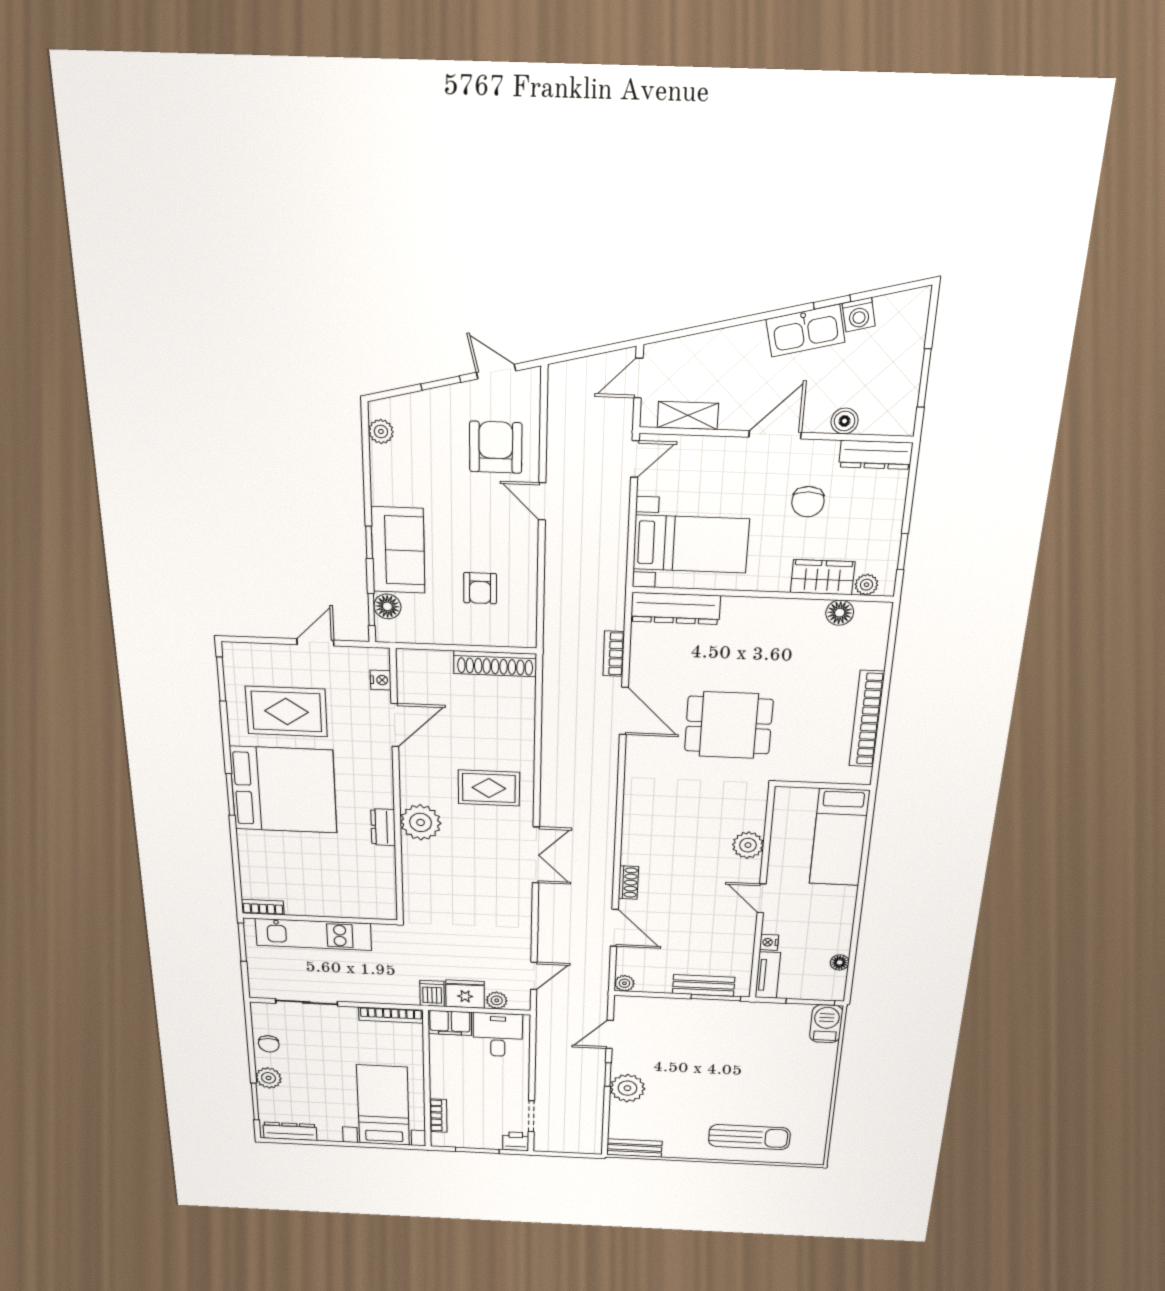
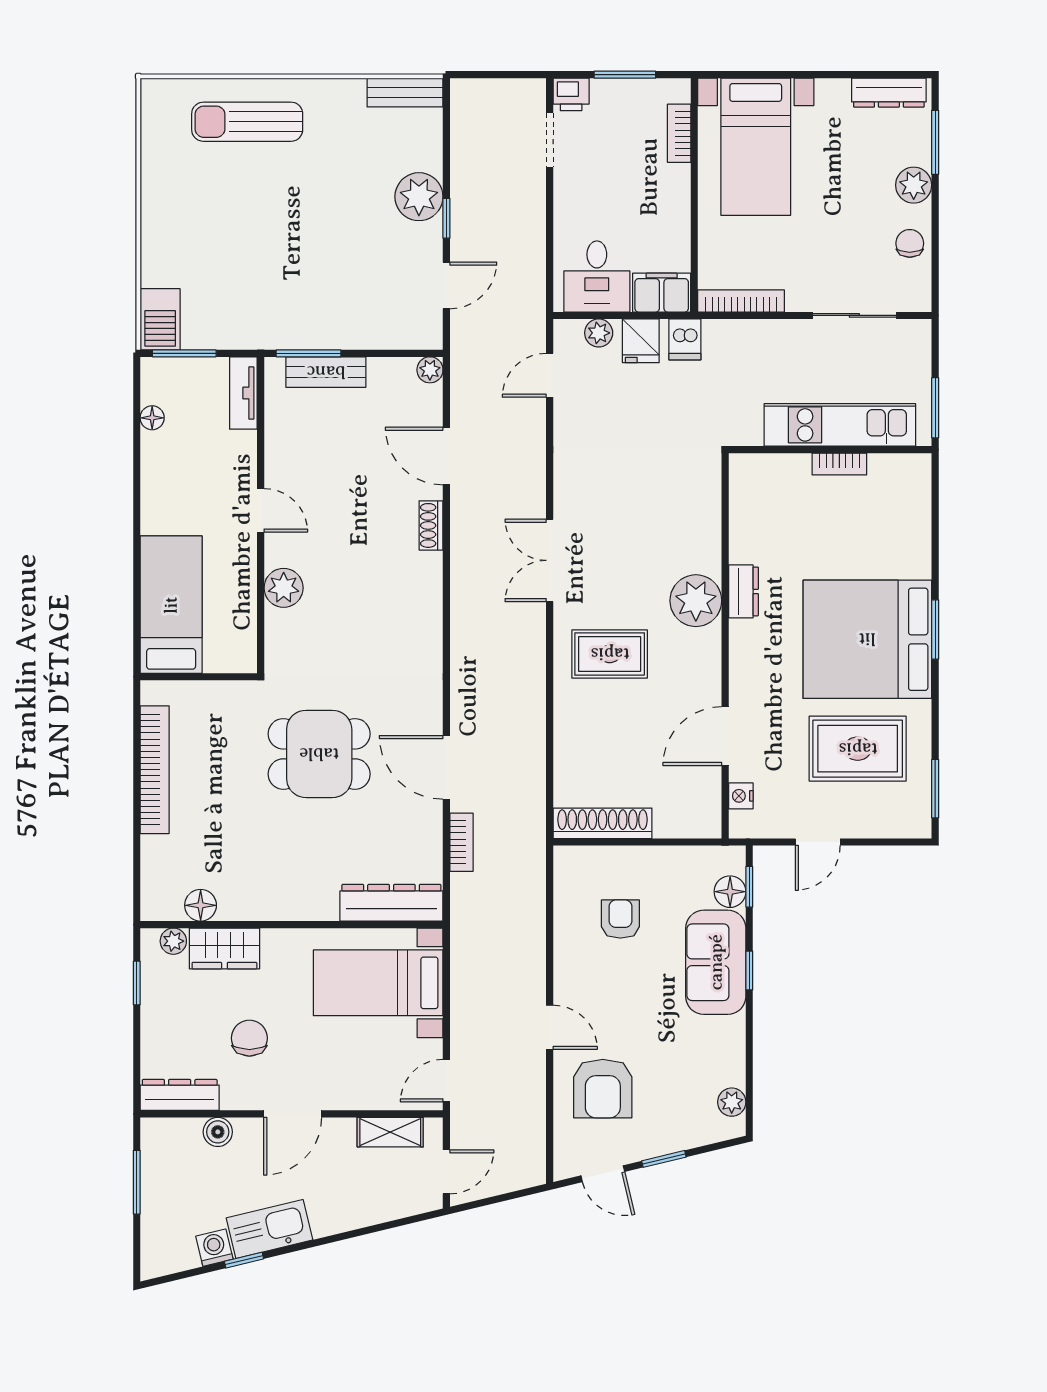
bookcase: (263, 907) -> (839, 464), moved
nightstand: (769, 942) -> (246, 444), removed
fridge: (465, 994) -> (641, 341), width x0.72

